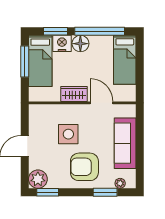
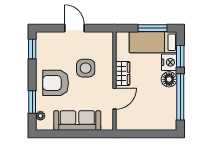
bed: (125, 60) -> (154, 120), removed
armchair: (84, 167) -> (56, 83), turned -90
plant: (38, 179) -> (44, 40), removed

